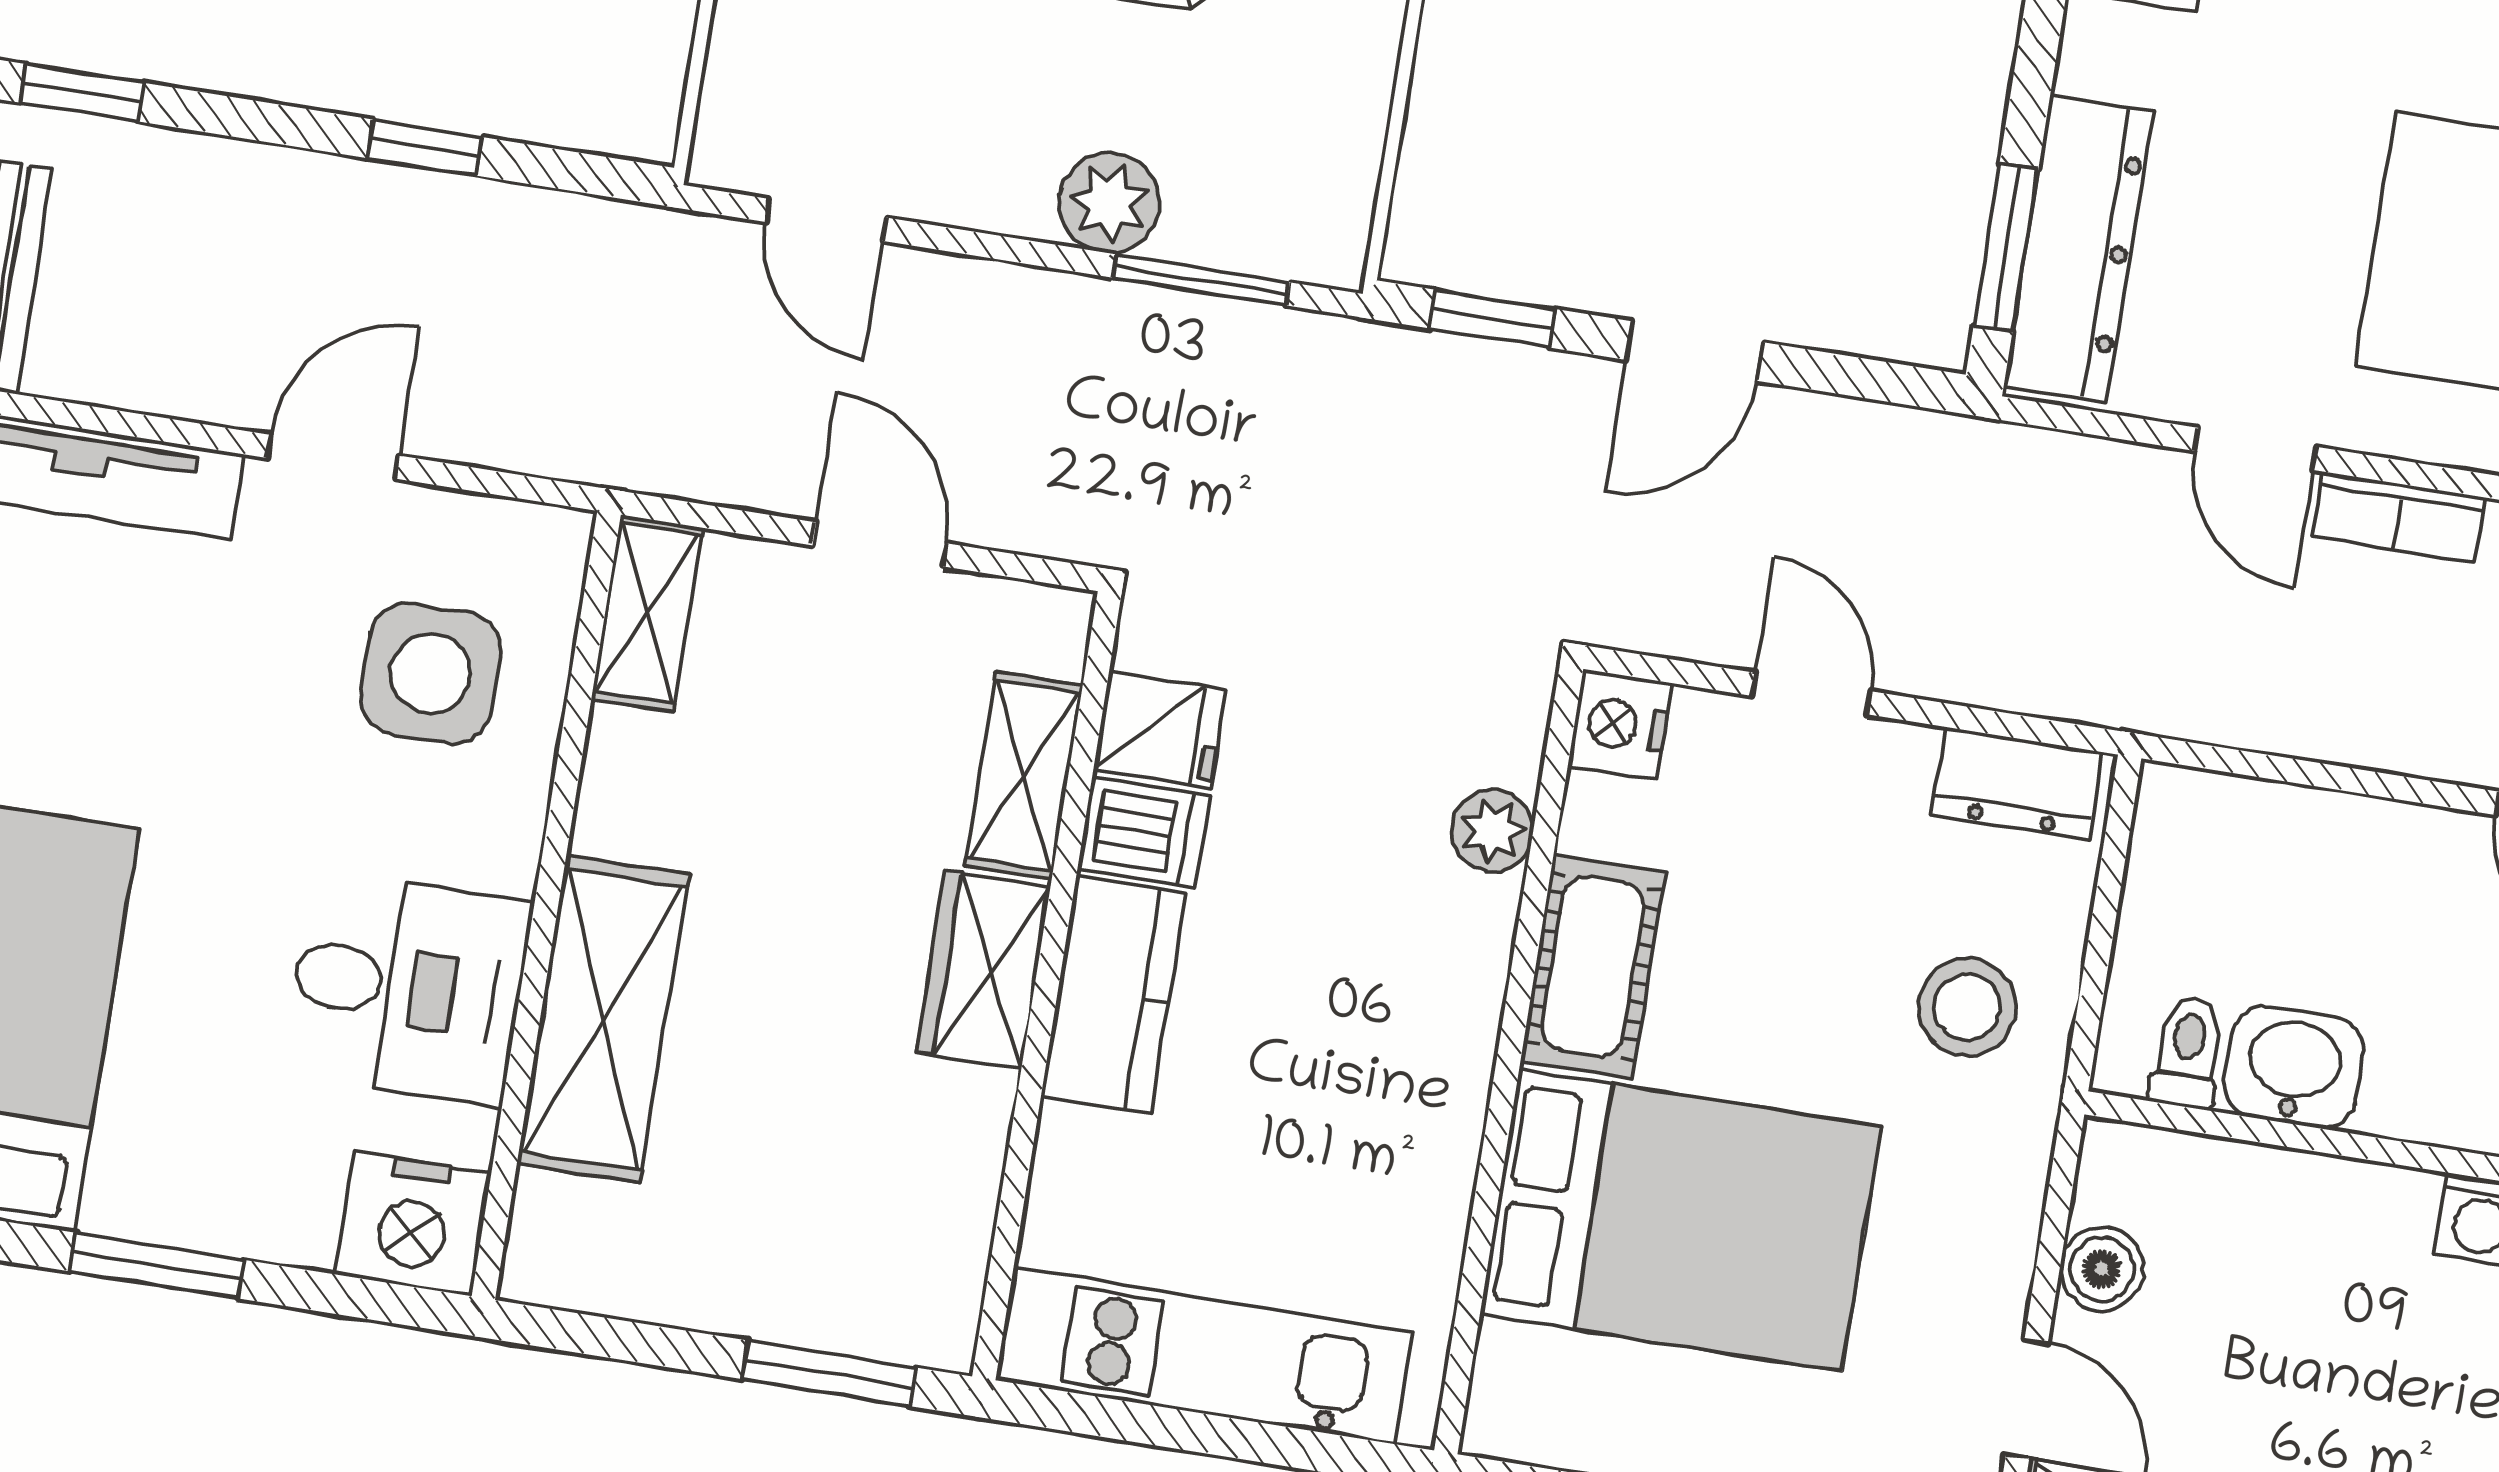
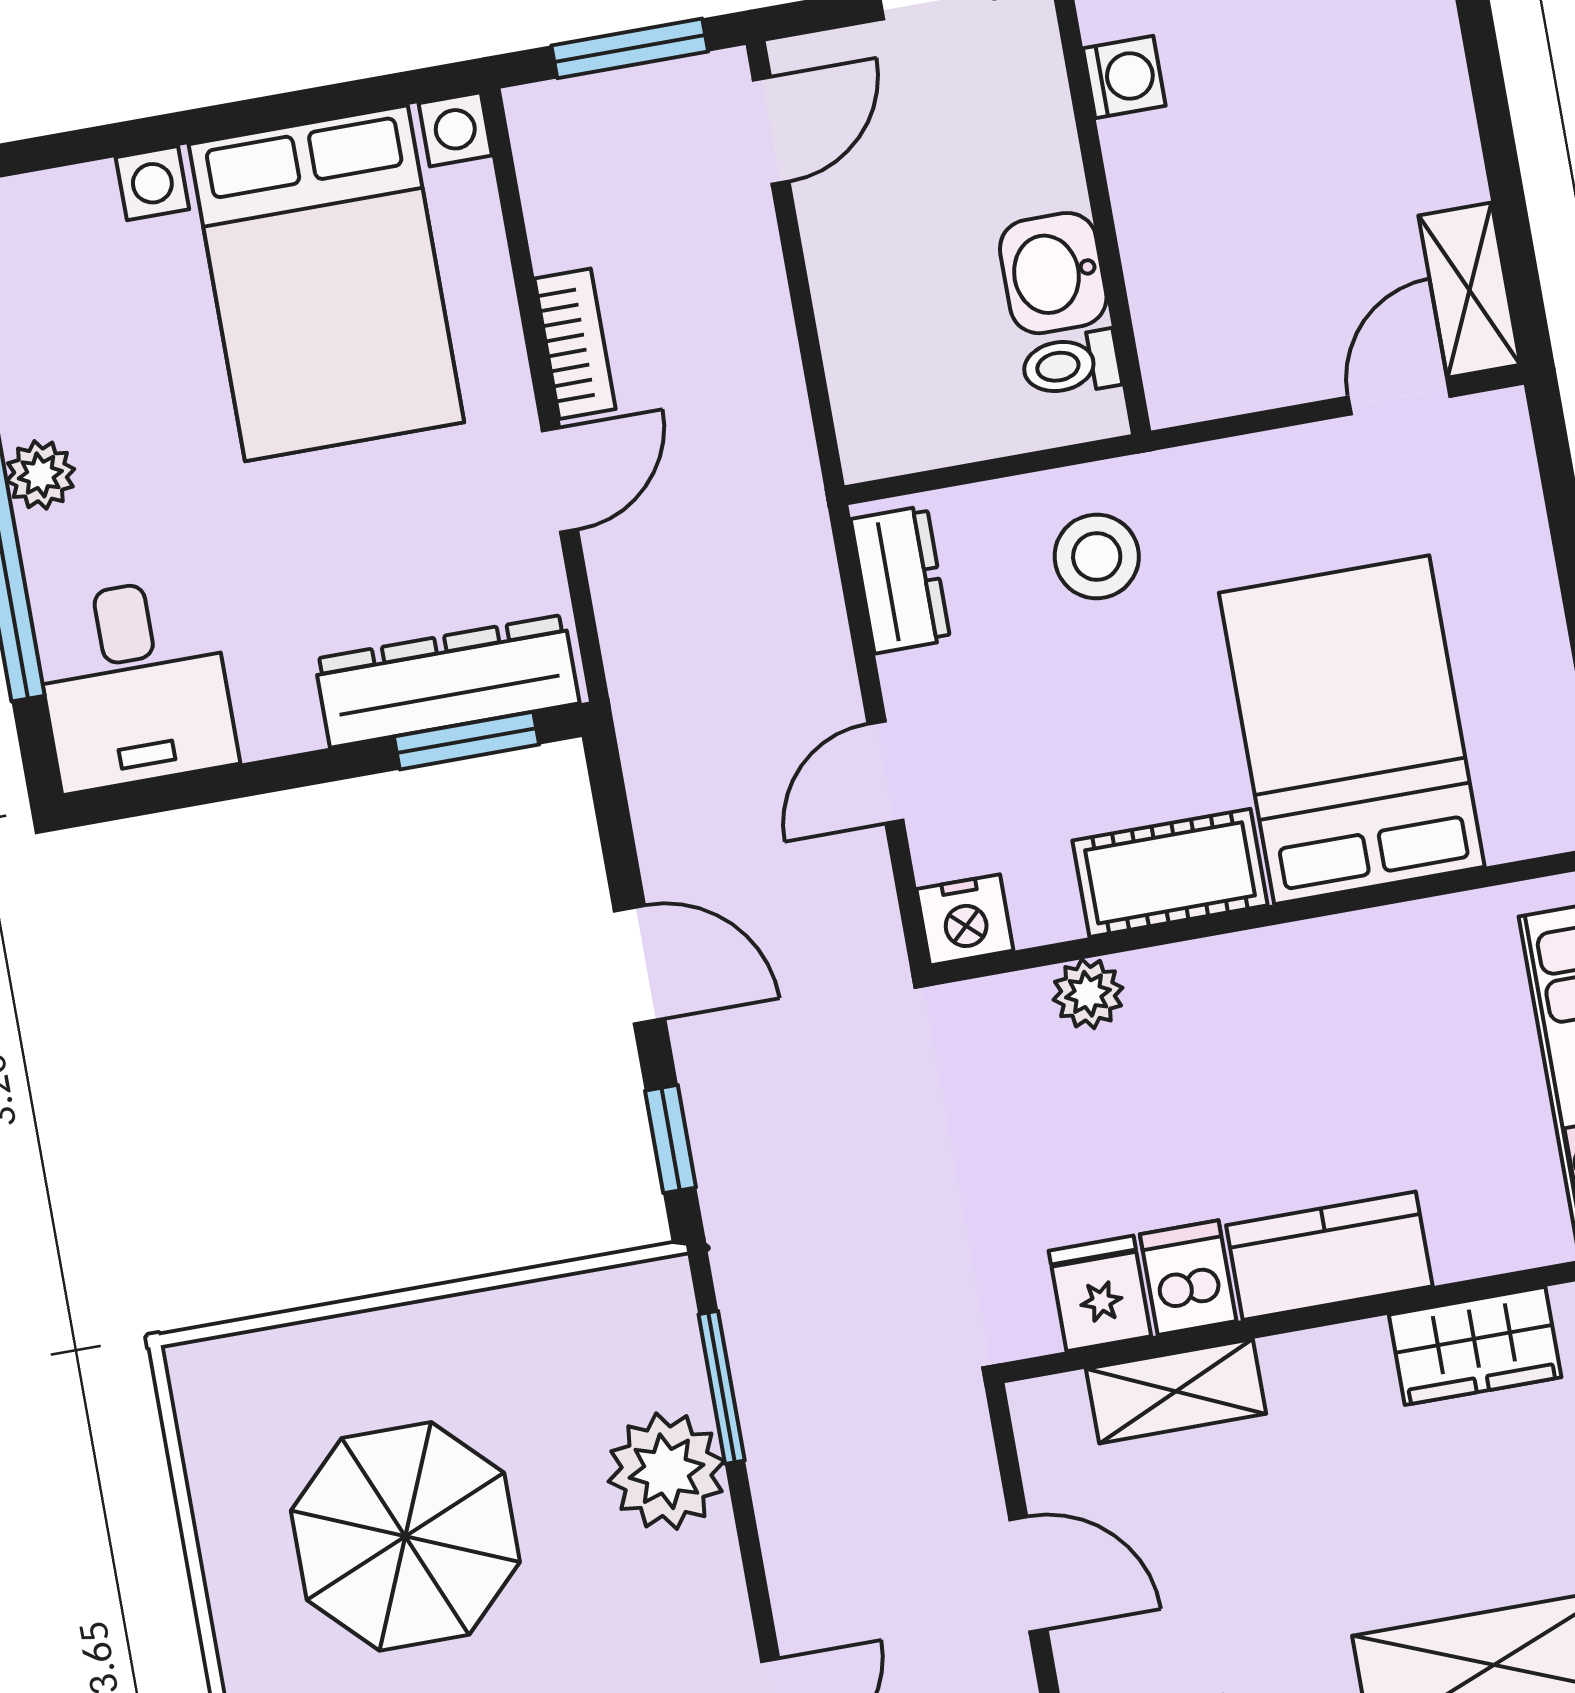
plant: (1109, 203) -> (666, 1471), width x1.36, depth x1.36
door: (880, 544) -> (1028, 1574), swing flipped
wardrobe: (983, 970) -> (1475, 1346), moved
boiler: (2102, 1269) -> (1272, 372), removed

